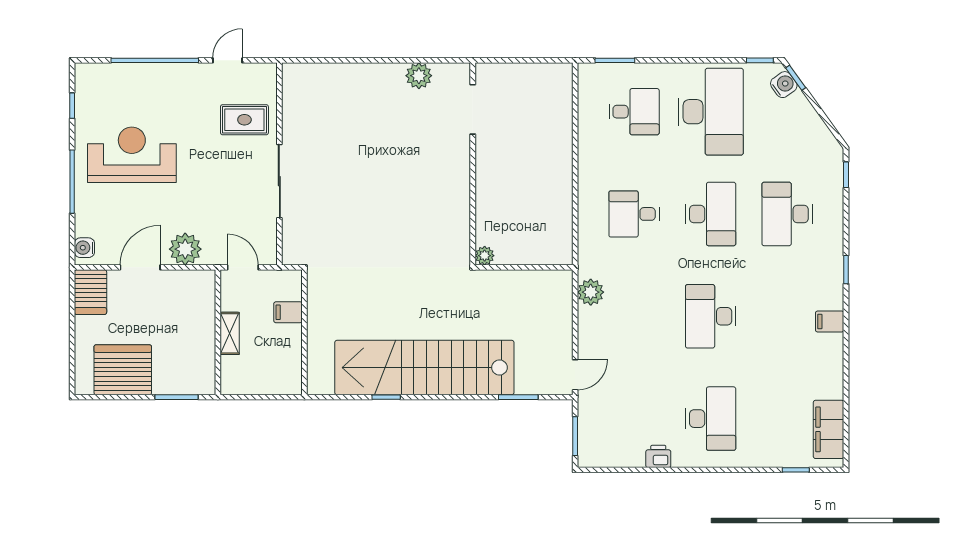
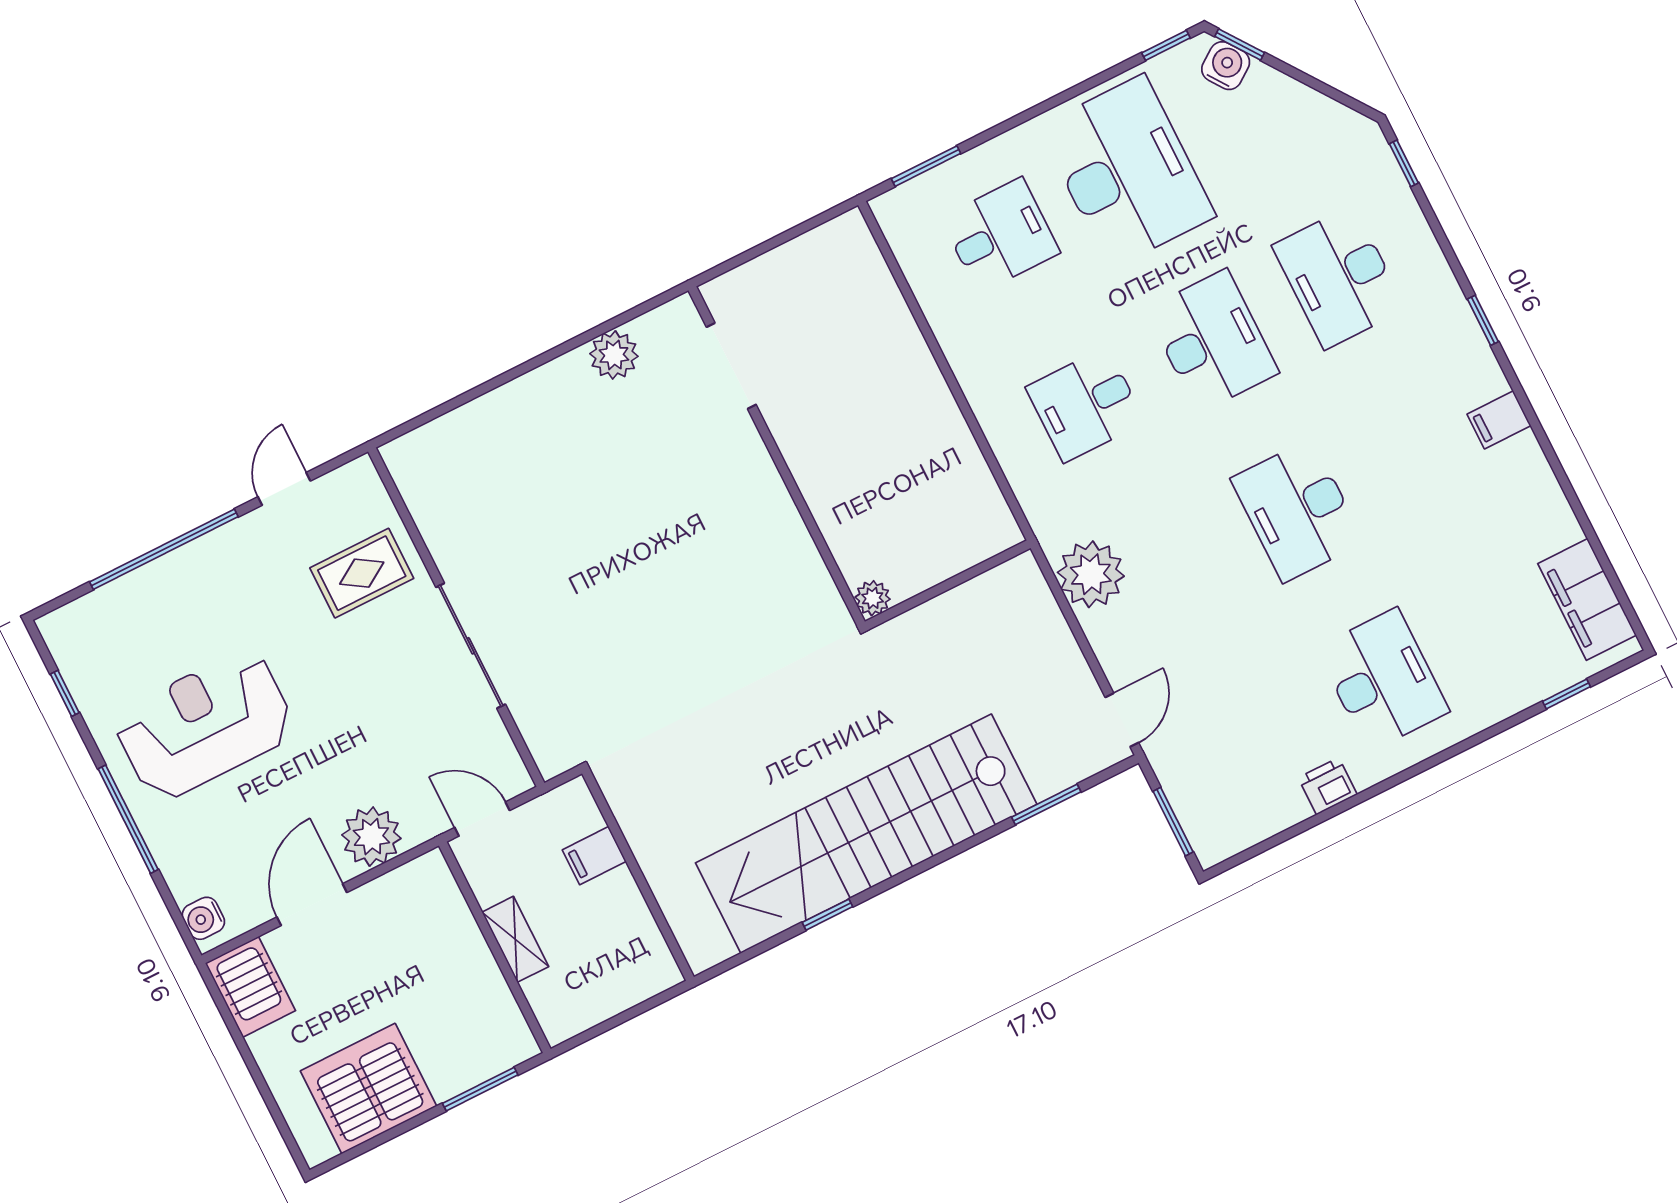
plant: (591, 292) -> (1091, 574), width x1.36, depth x1.36

